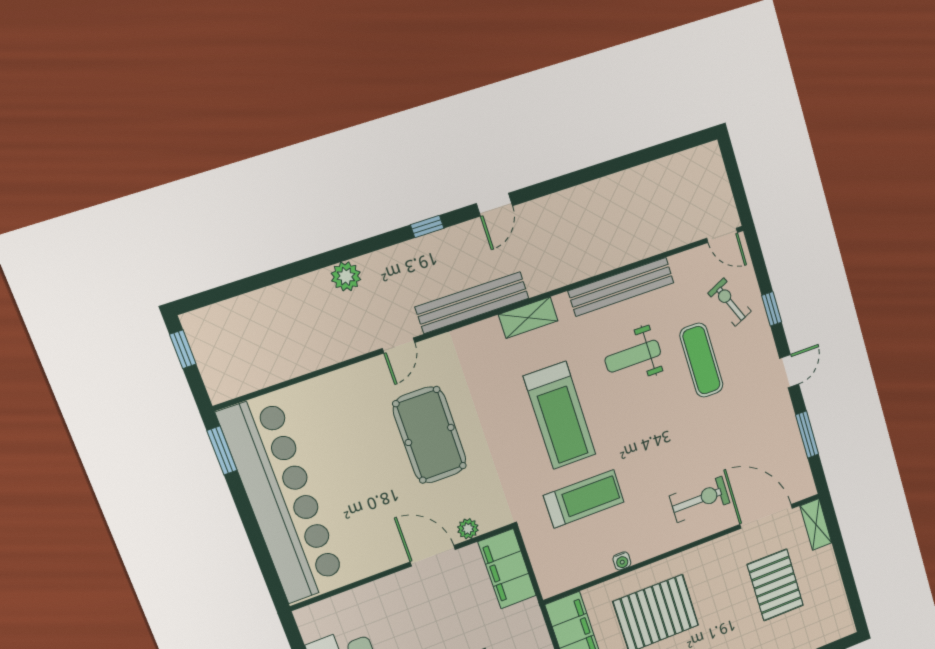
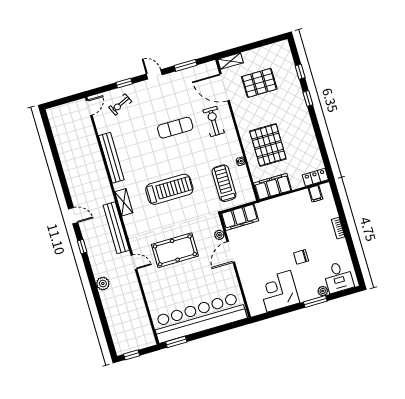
weight bench: (633, 356) -> (144, 153), removed
exercise mat: (701, 360) -> (175, 128), moved
treadmill: (584, 499) -> (224, 183), moved
door: (766, 516) -> (225, 87), hinge flipped

